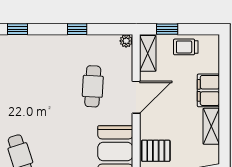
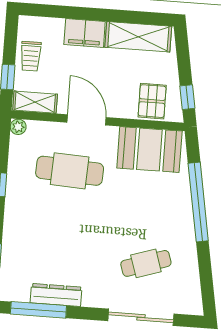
cafe table: (93, 86) -> (70, 171), width x1.37, depth x1.35
shelving: (211, 126) -> (138, 37), width x1.50, depth x1.33

